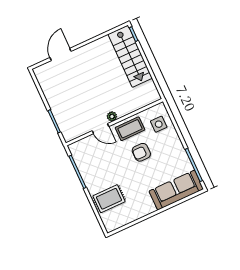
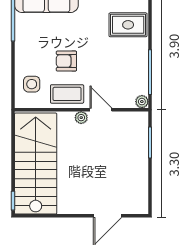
stairs: (130, 56) -> (36, 164), width x1.36, depth x1.51
plant: (74, 148) -> (142, 102), added
armchair: (141, 152) -> (66, 61), turned 180

